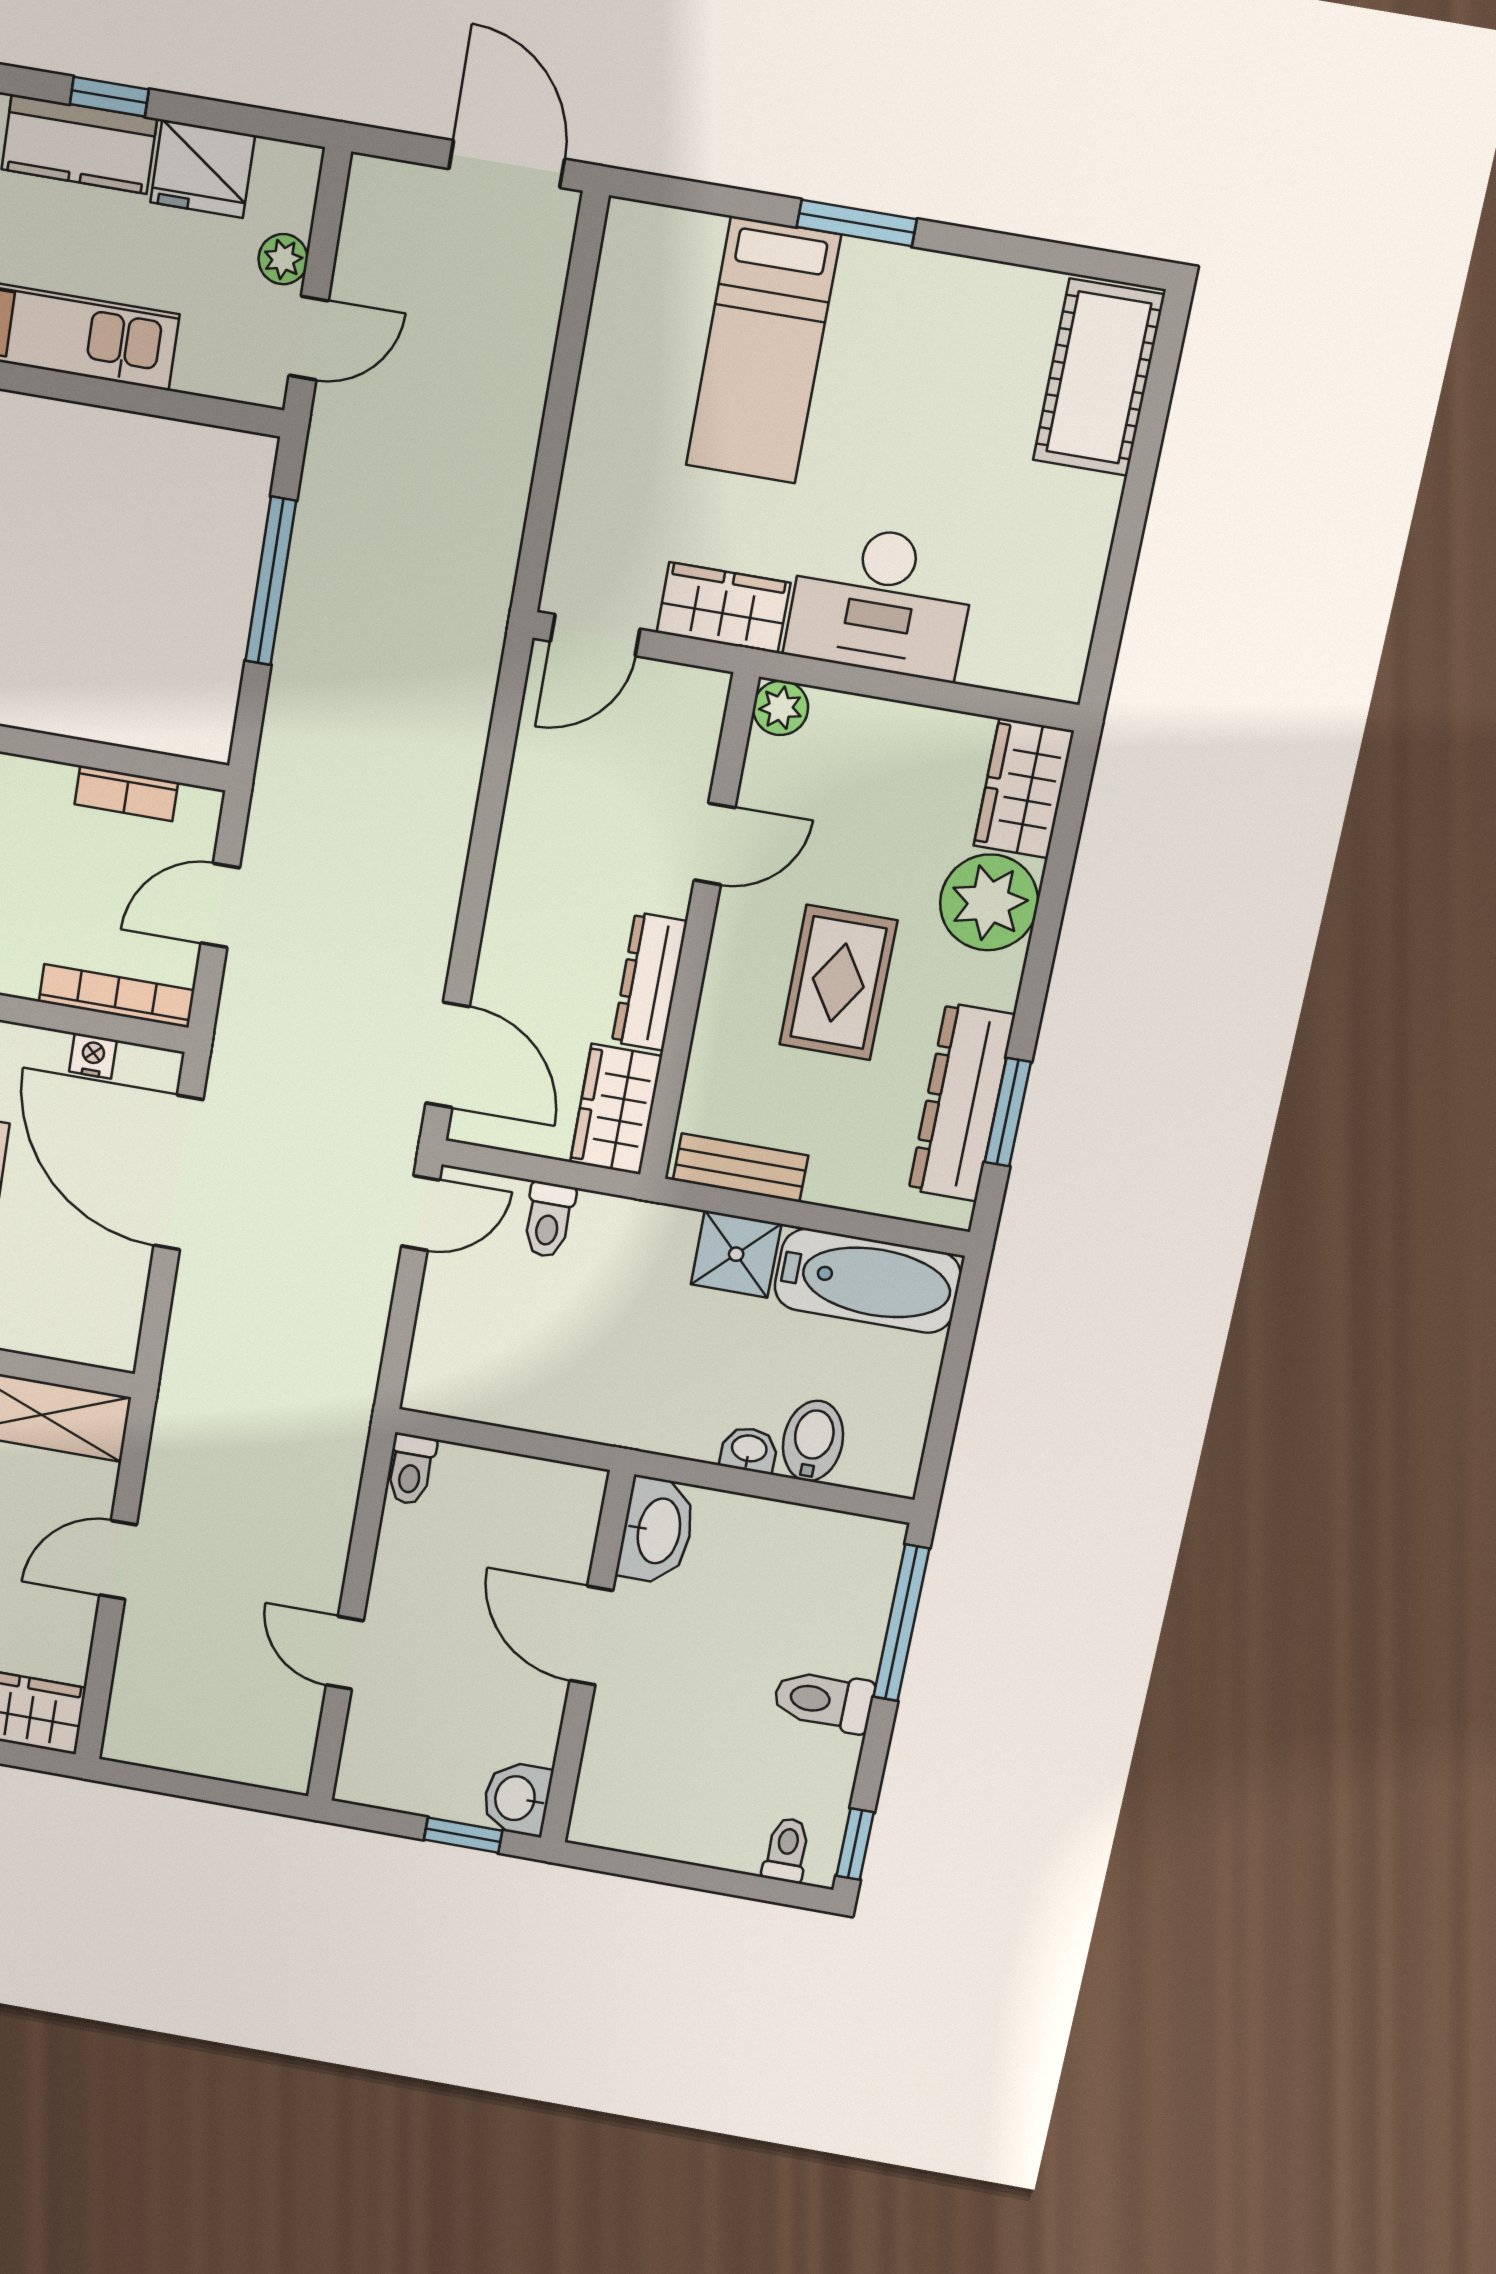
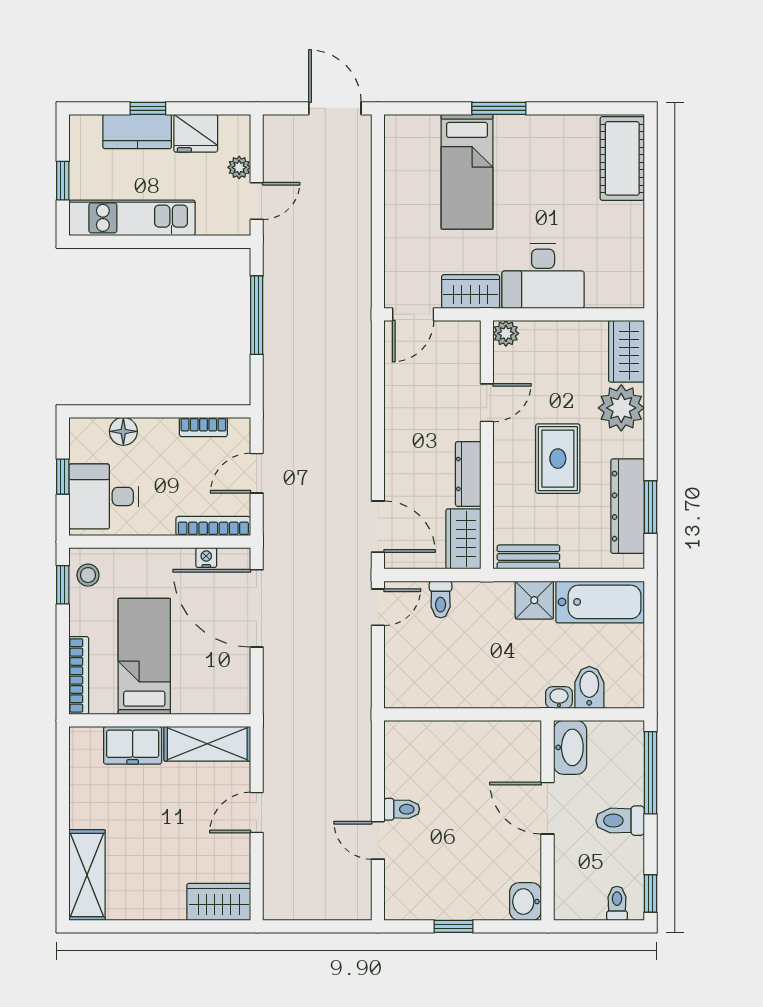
toilet: (411, 1469) -> (402, 809), moved, turned -90
washbasin: (657, 1531) -> (570, 747), moved
door: (591, 1636) -> (547, 808), moved
wall: (587, 1658) -> (547, 820), moved
washbasin: (517, 1798) -> (525, 902), moved

